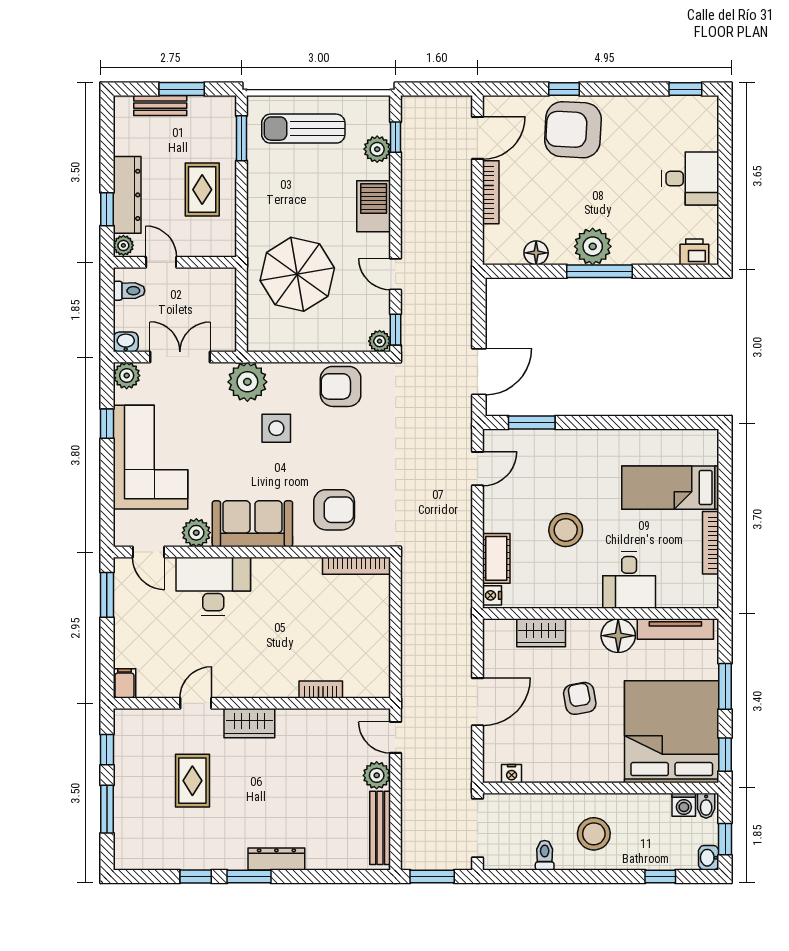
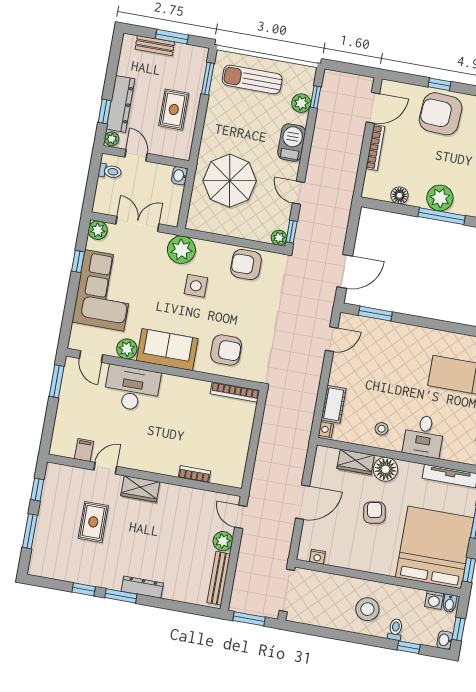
washbasin: (126, 342) -> (180, 176), moved, turned -90
stool: (566, 530) -> (382, 429), moved, width x0.53, depth x0.53
floor lamp: (618, 636) -> (386, 469), moved
filing cabinet: (124, 683) -> (84, 450), moved
toilet: (545, 855) -> (395, 629), moved

